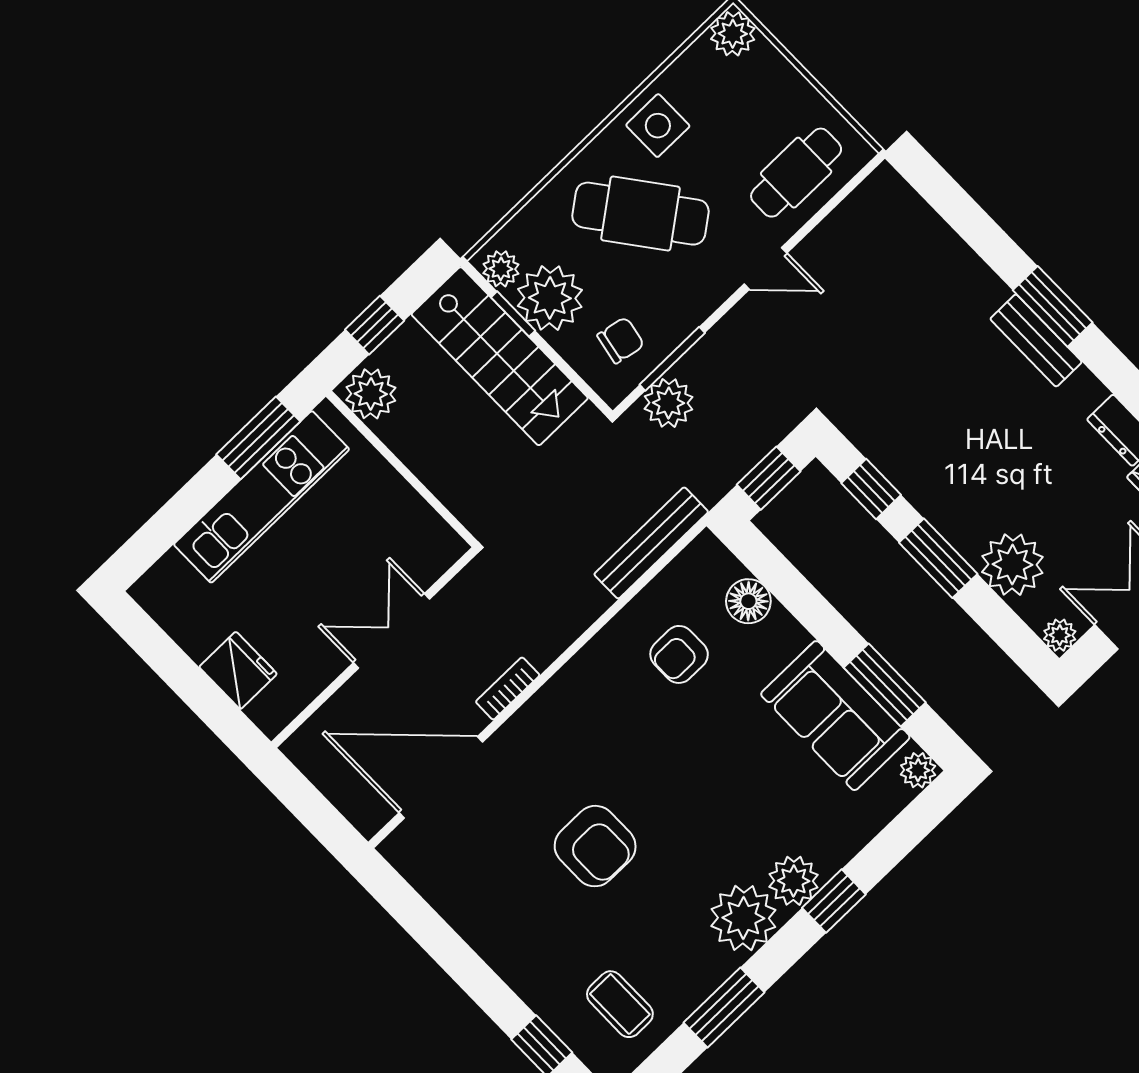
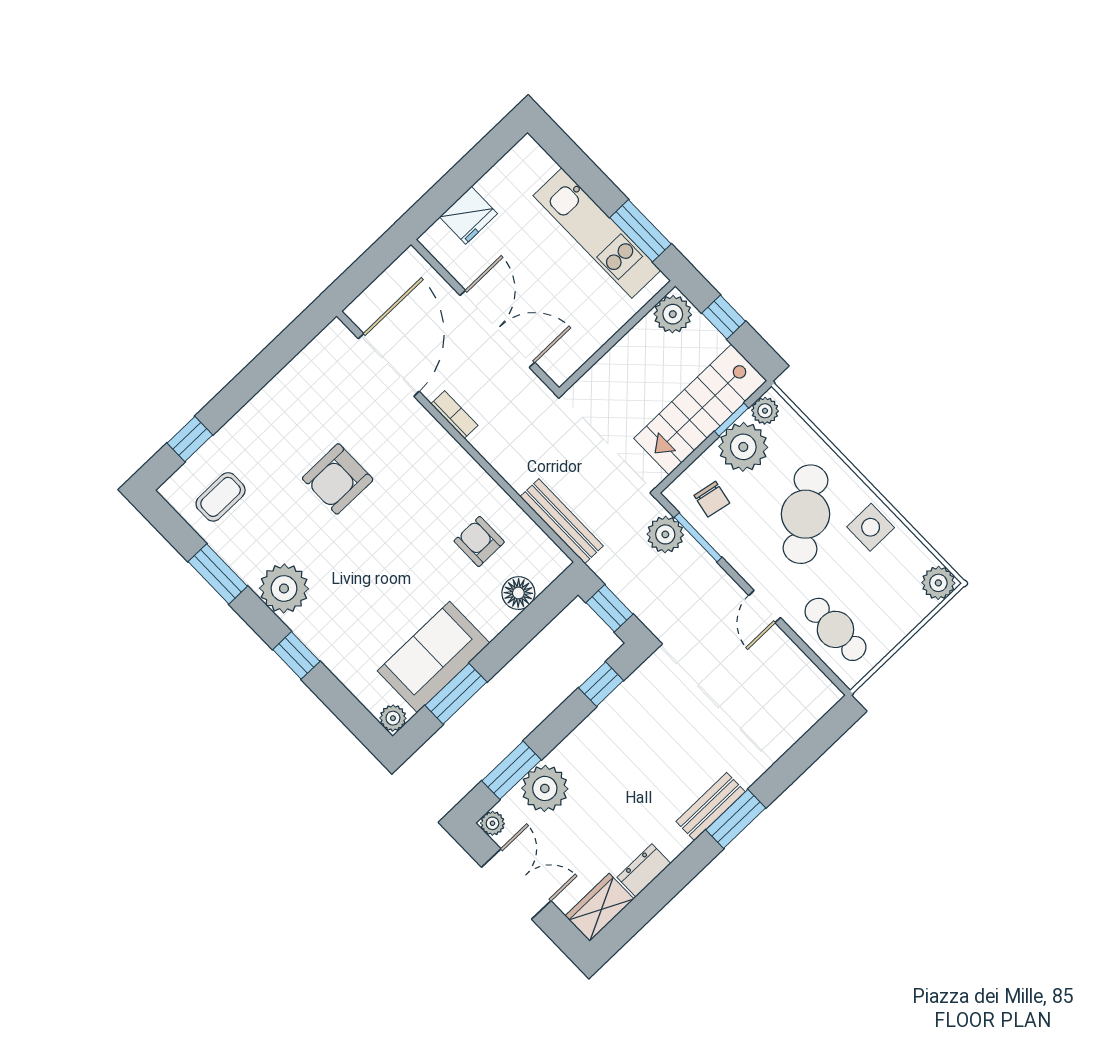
window: (938, 558) -> (511, 770), moved
double door: (391, 631) -> (497, 329), width x1.37
plant: (794, 881) -> (311, 626), removed

